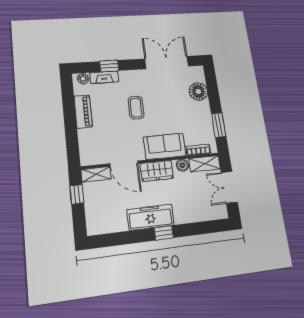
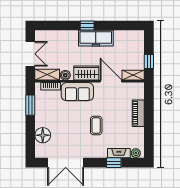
piano: (83, 112) -> (138, 113), moved

